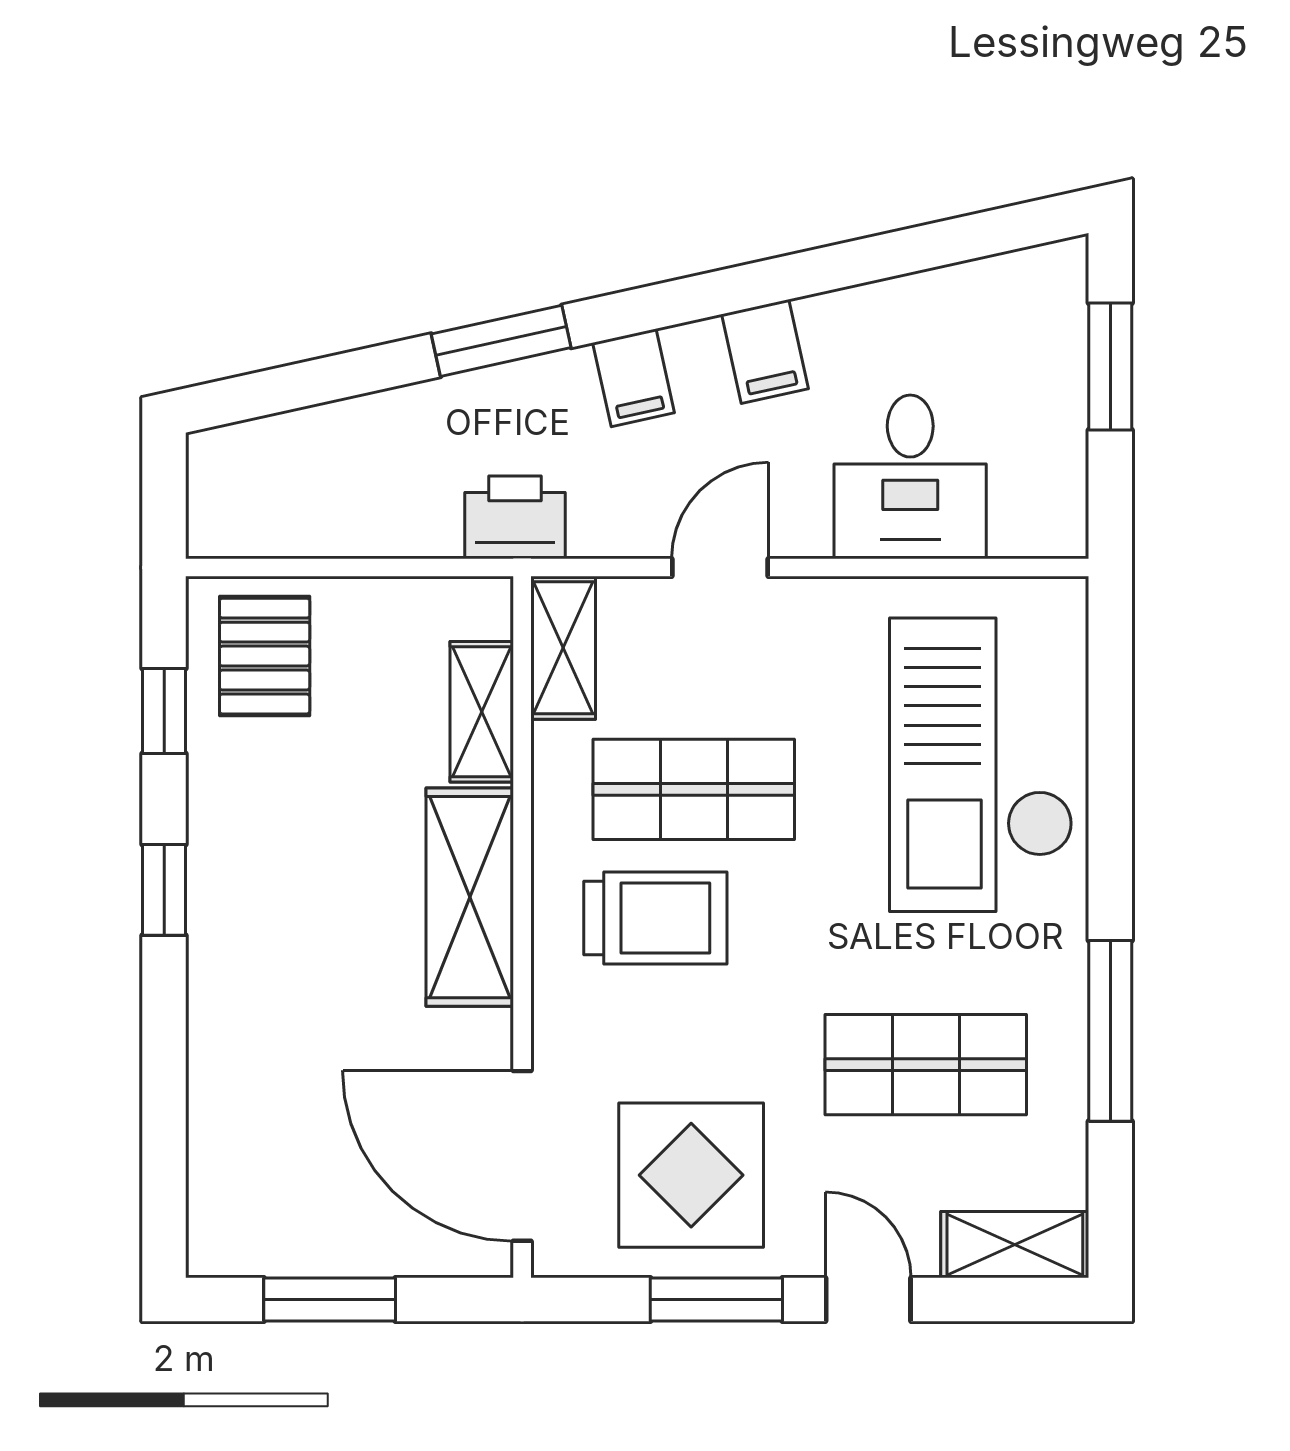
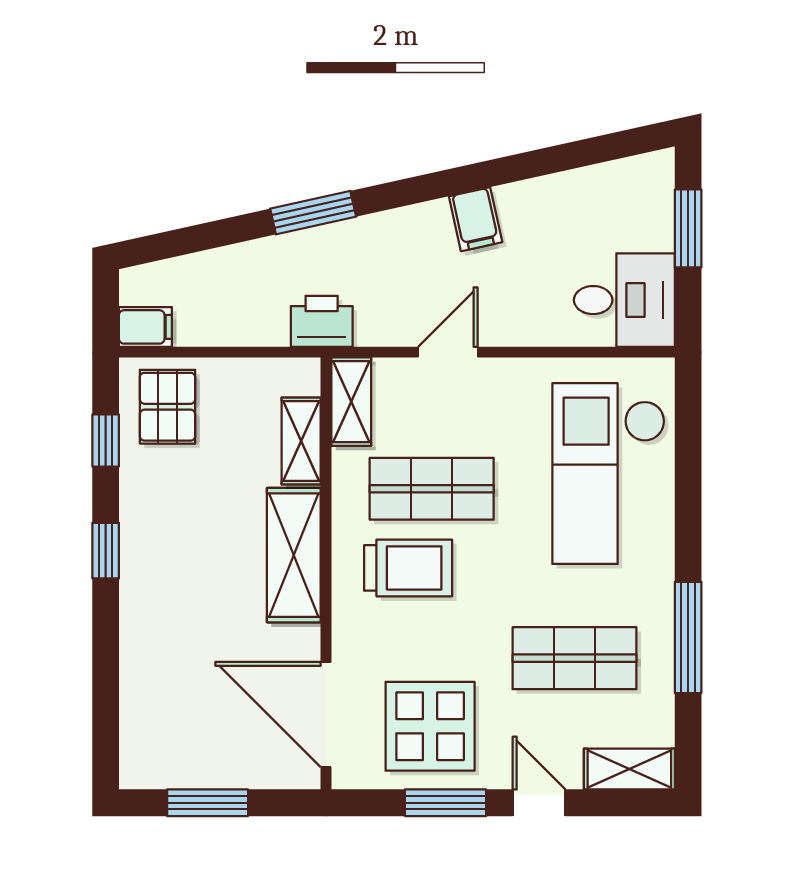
filing cabinet: (634, 378) -> (145, 327), moved, turned -78
desk: (910, 477) -> (624, 300), moved, turned -90

